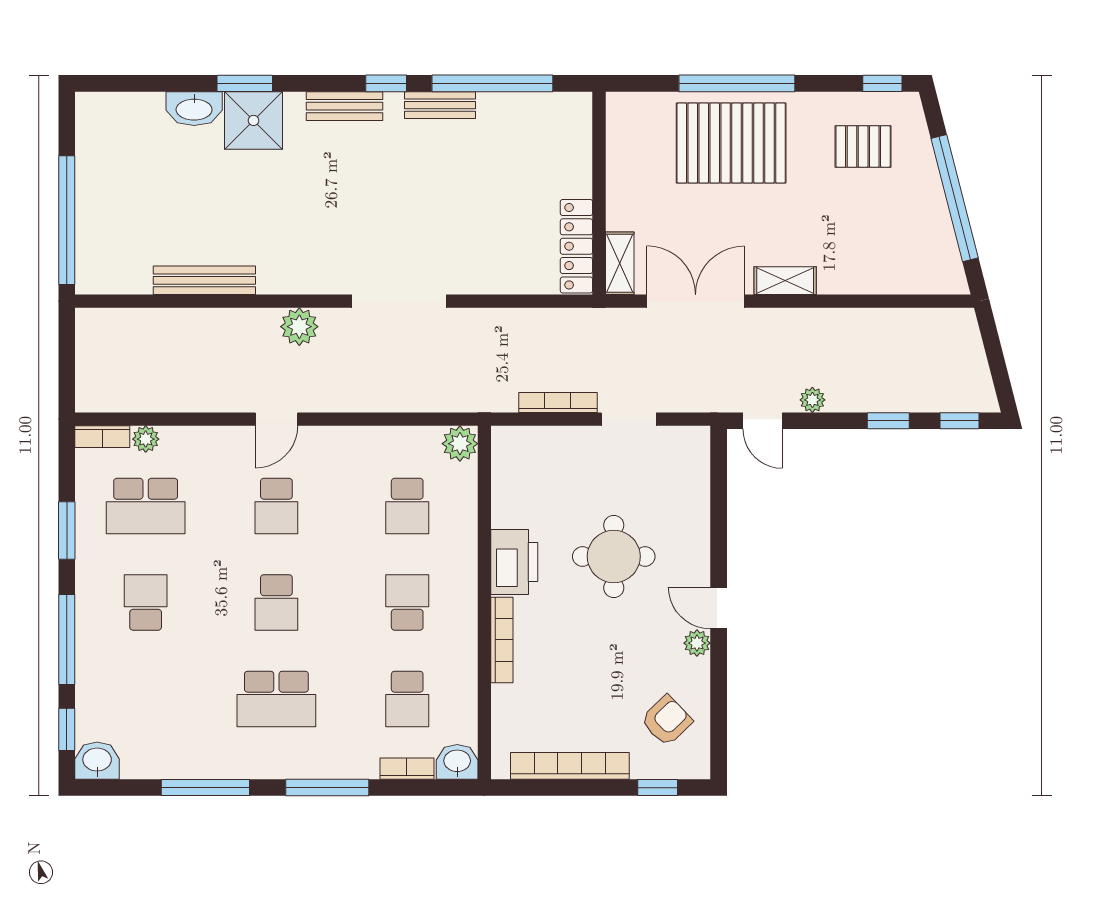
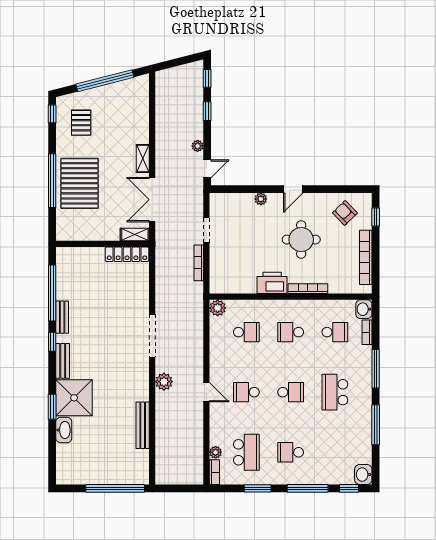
shower: (254, 120) -> (74, 398), width x1.37, depth x1.37
school desk: (276, 506) -> (246, 392), turned 180
round table: (614, 556) -> (301, 240), moved
plant: (697, 643) -> (261, 199), moved
school desk: (276, 699) -> (335, 392), turned 180

